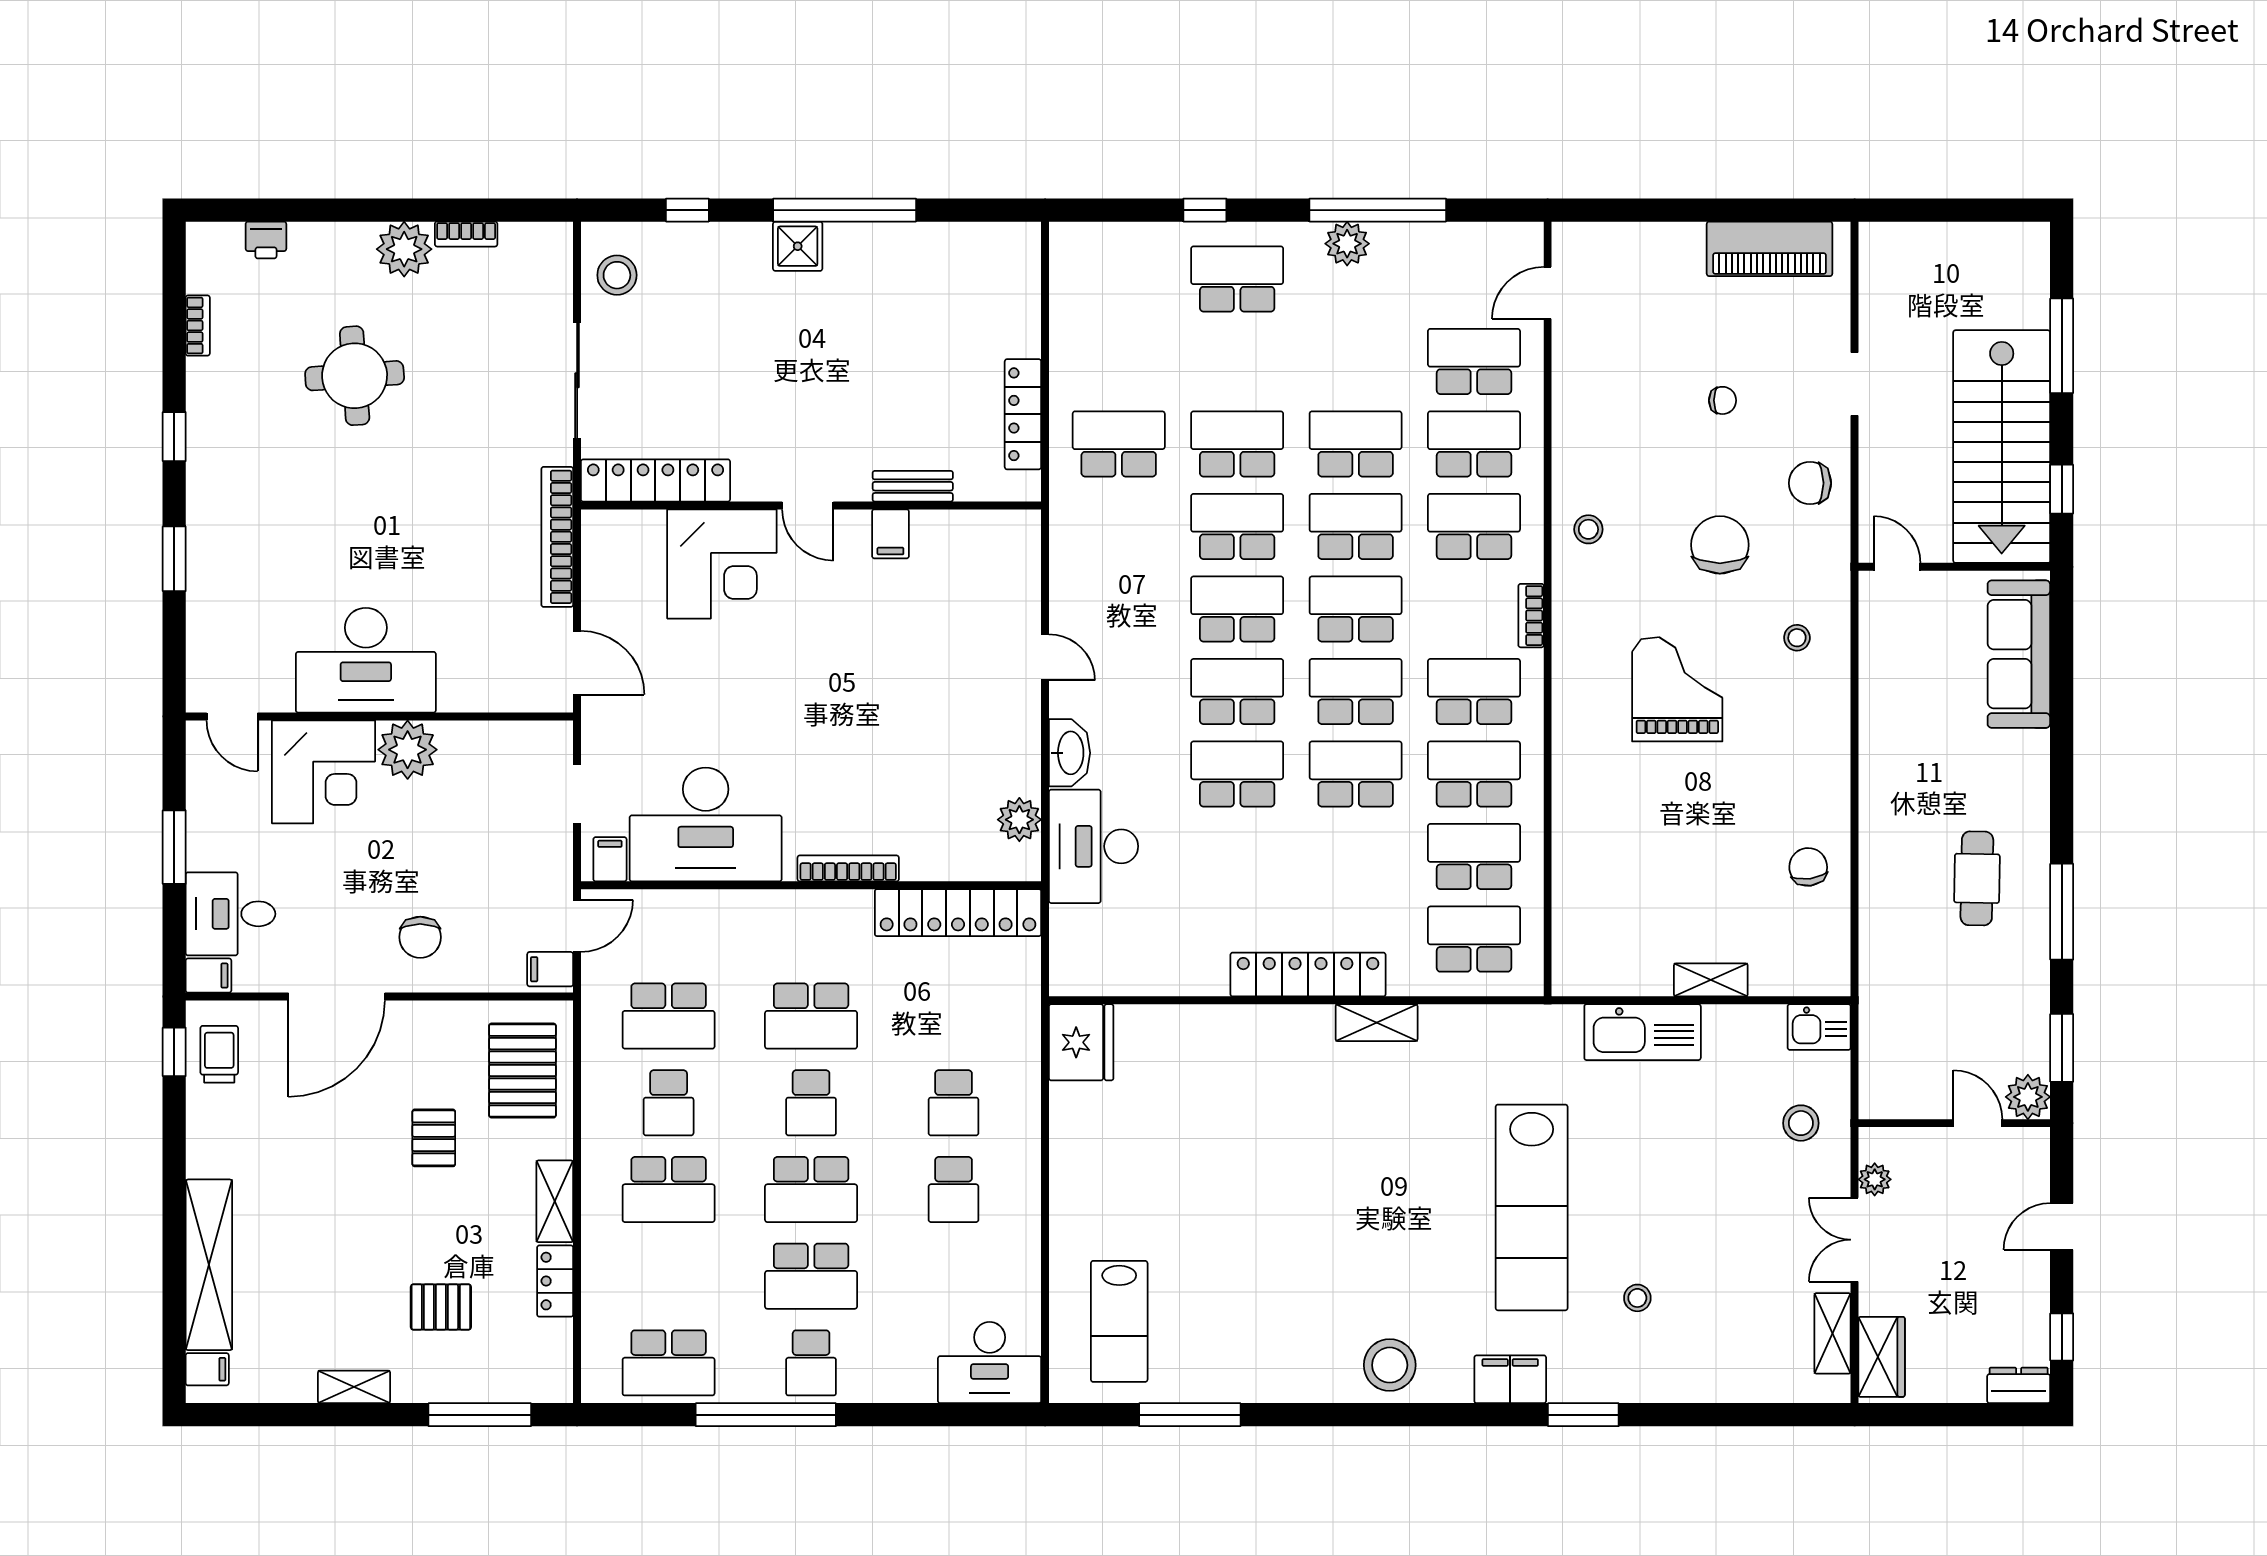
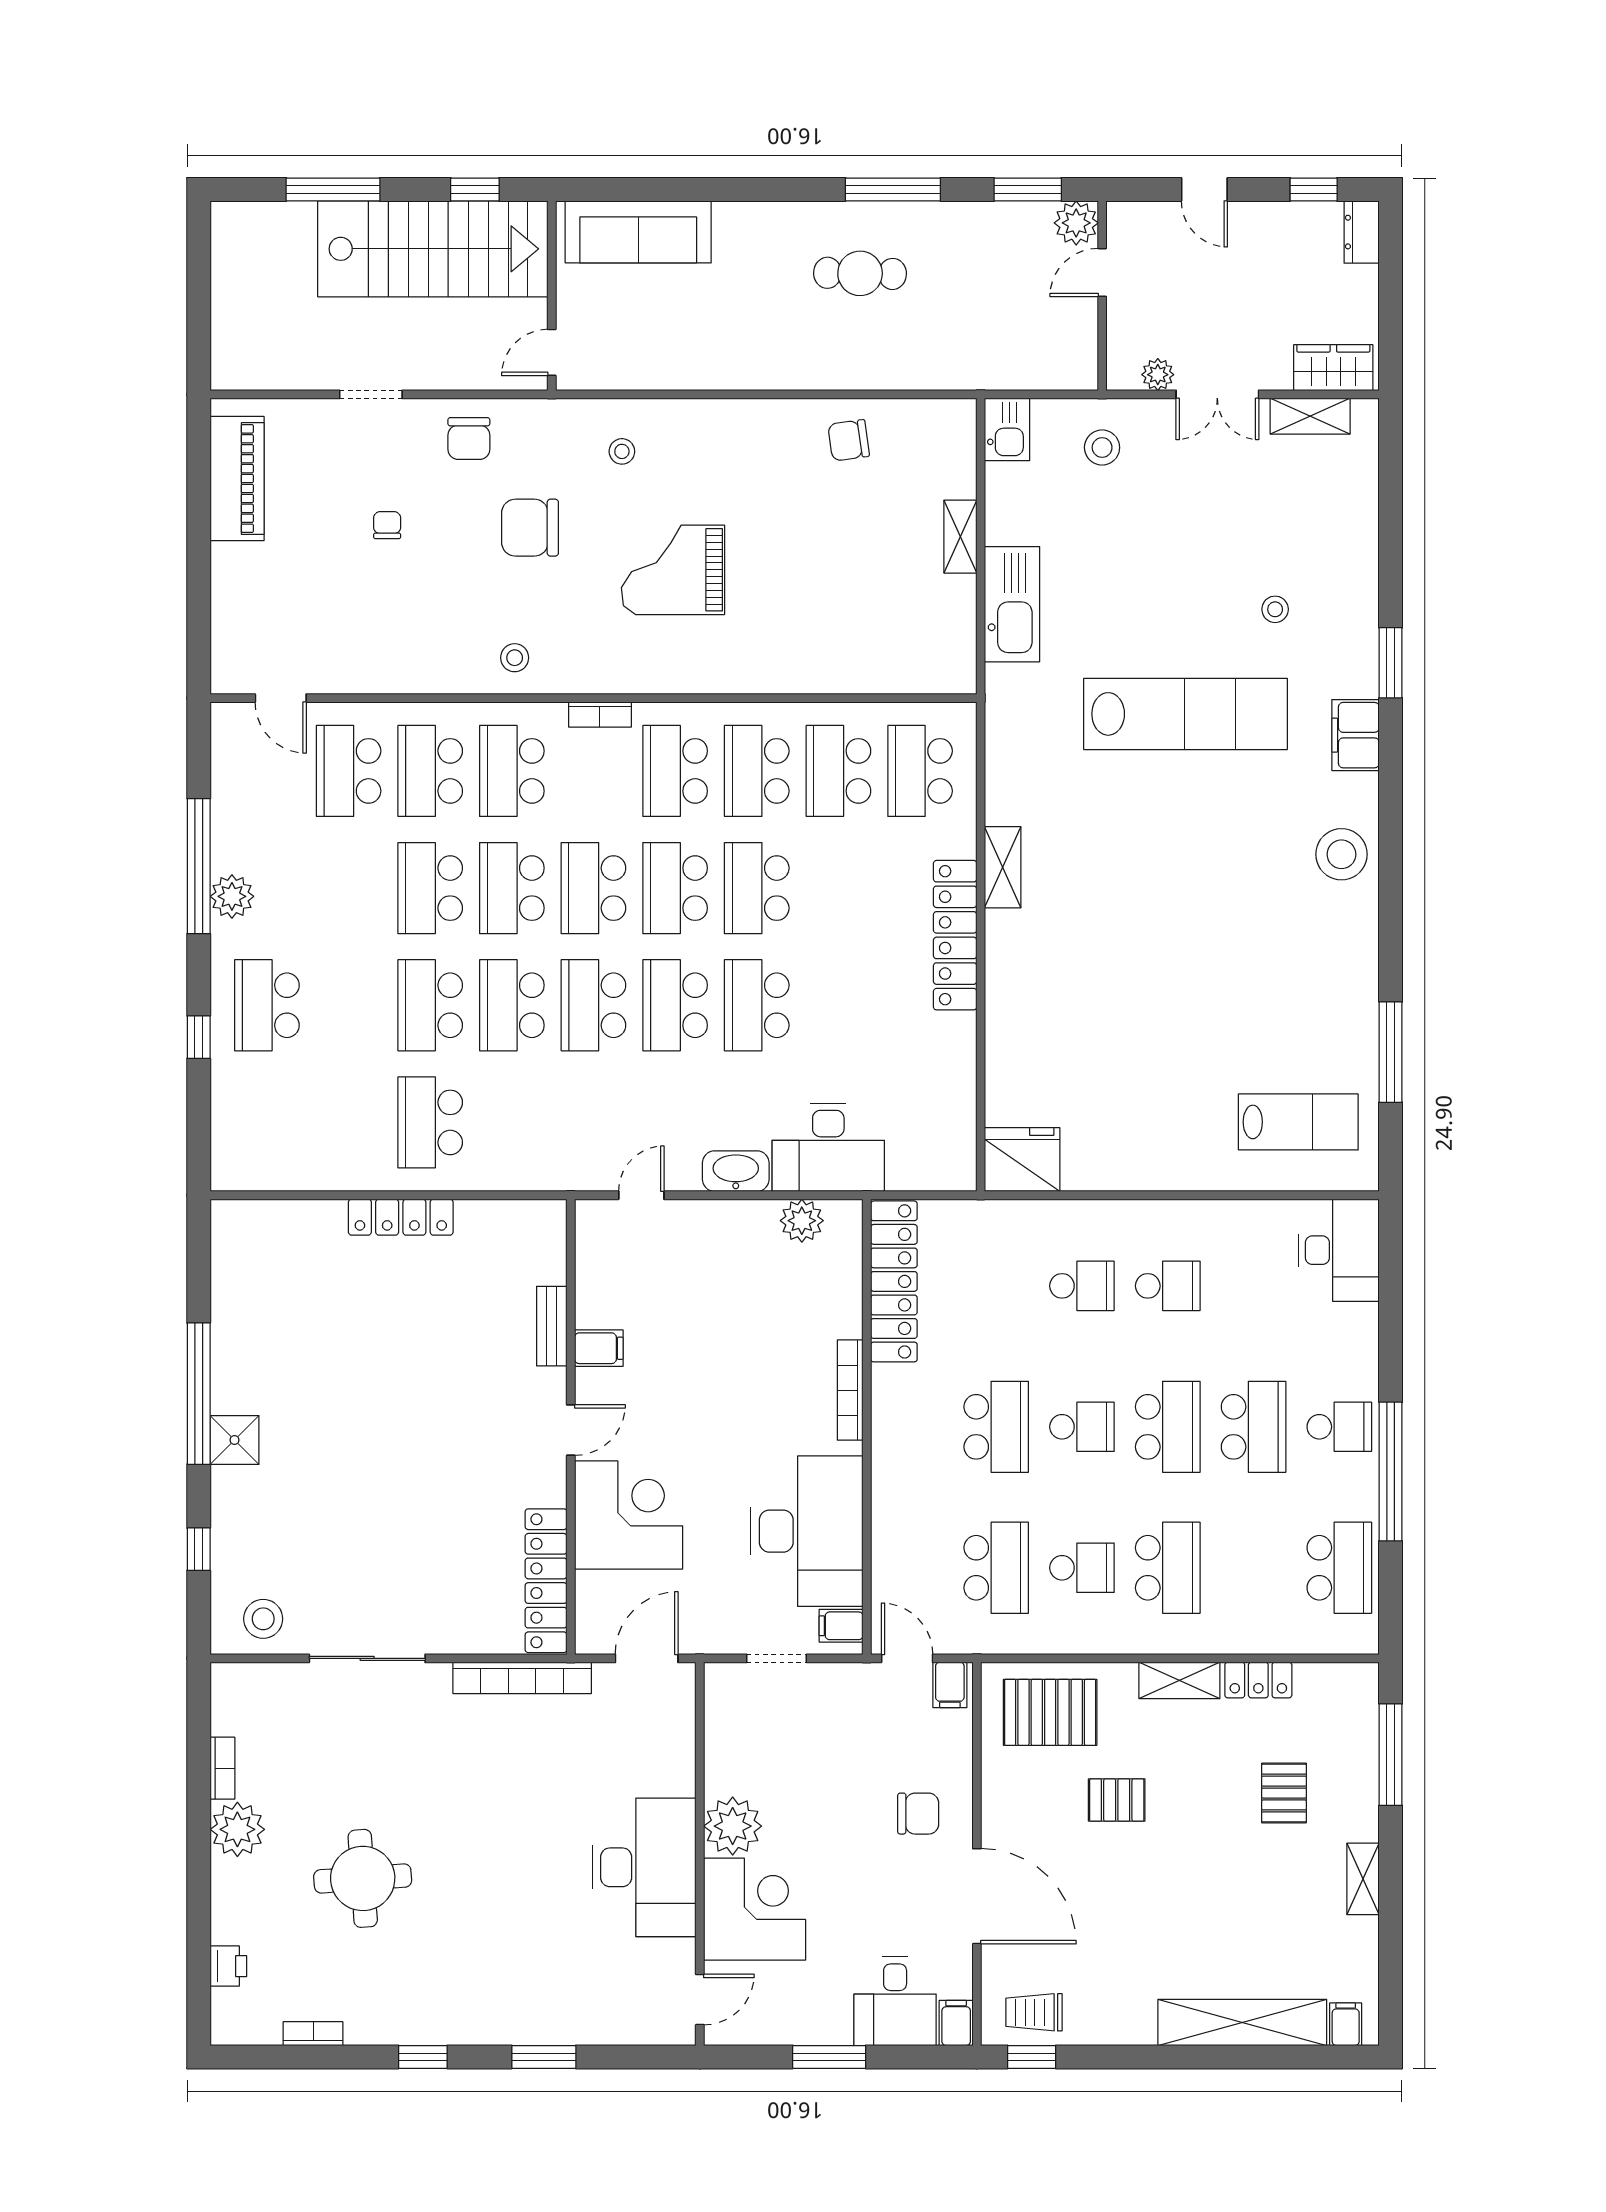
locker: (655, 480) -> (546, 1581), moved
bench: (913, 486) -> (552, 1326), moved
door: (808, 505) -> (571, 1430), moved
wall: (811, 505) -> (571, 1427), moved
filing cabinet: (890, 534) -> (599, 1348), moved
corner desk: (722, 564) -> (629, 1515), moved

